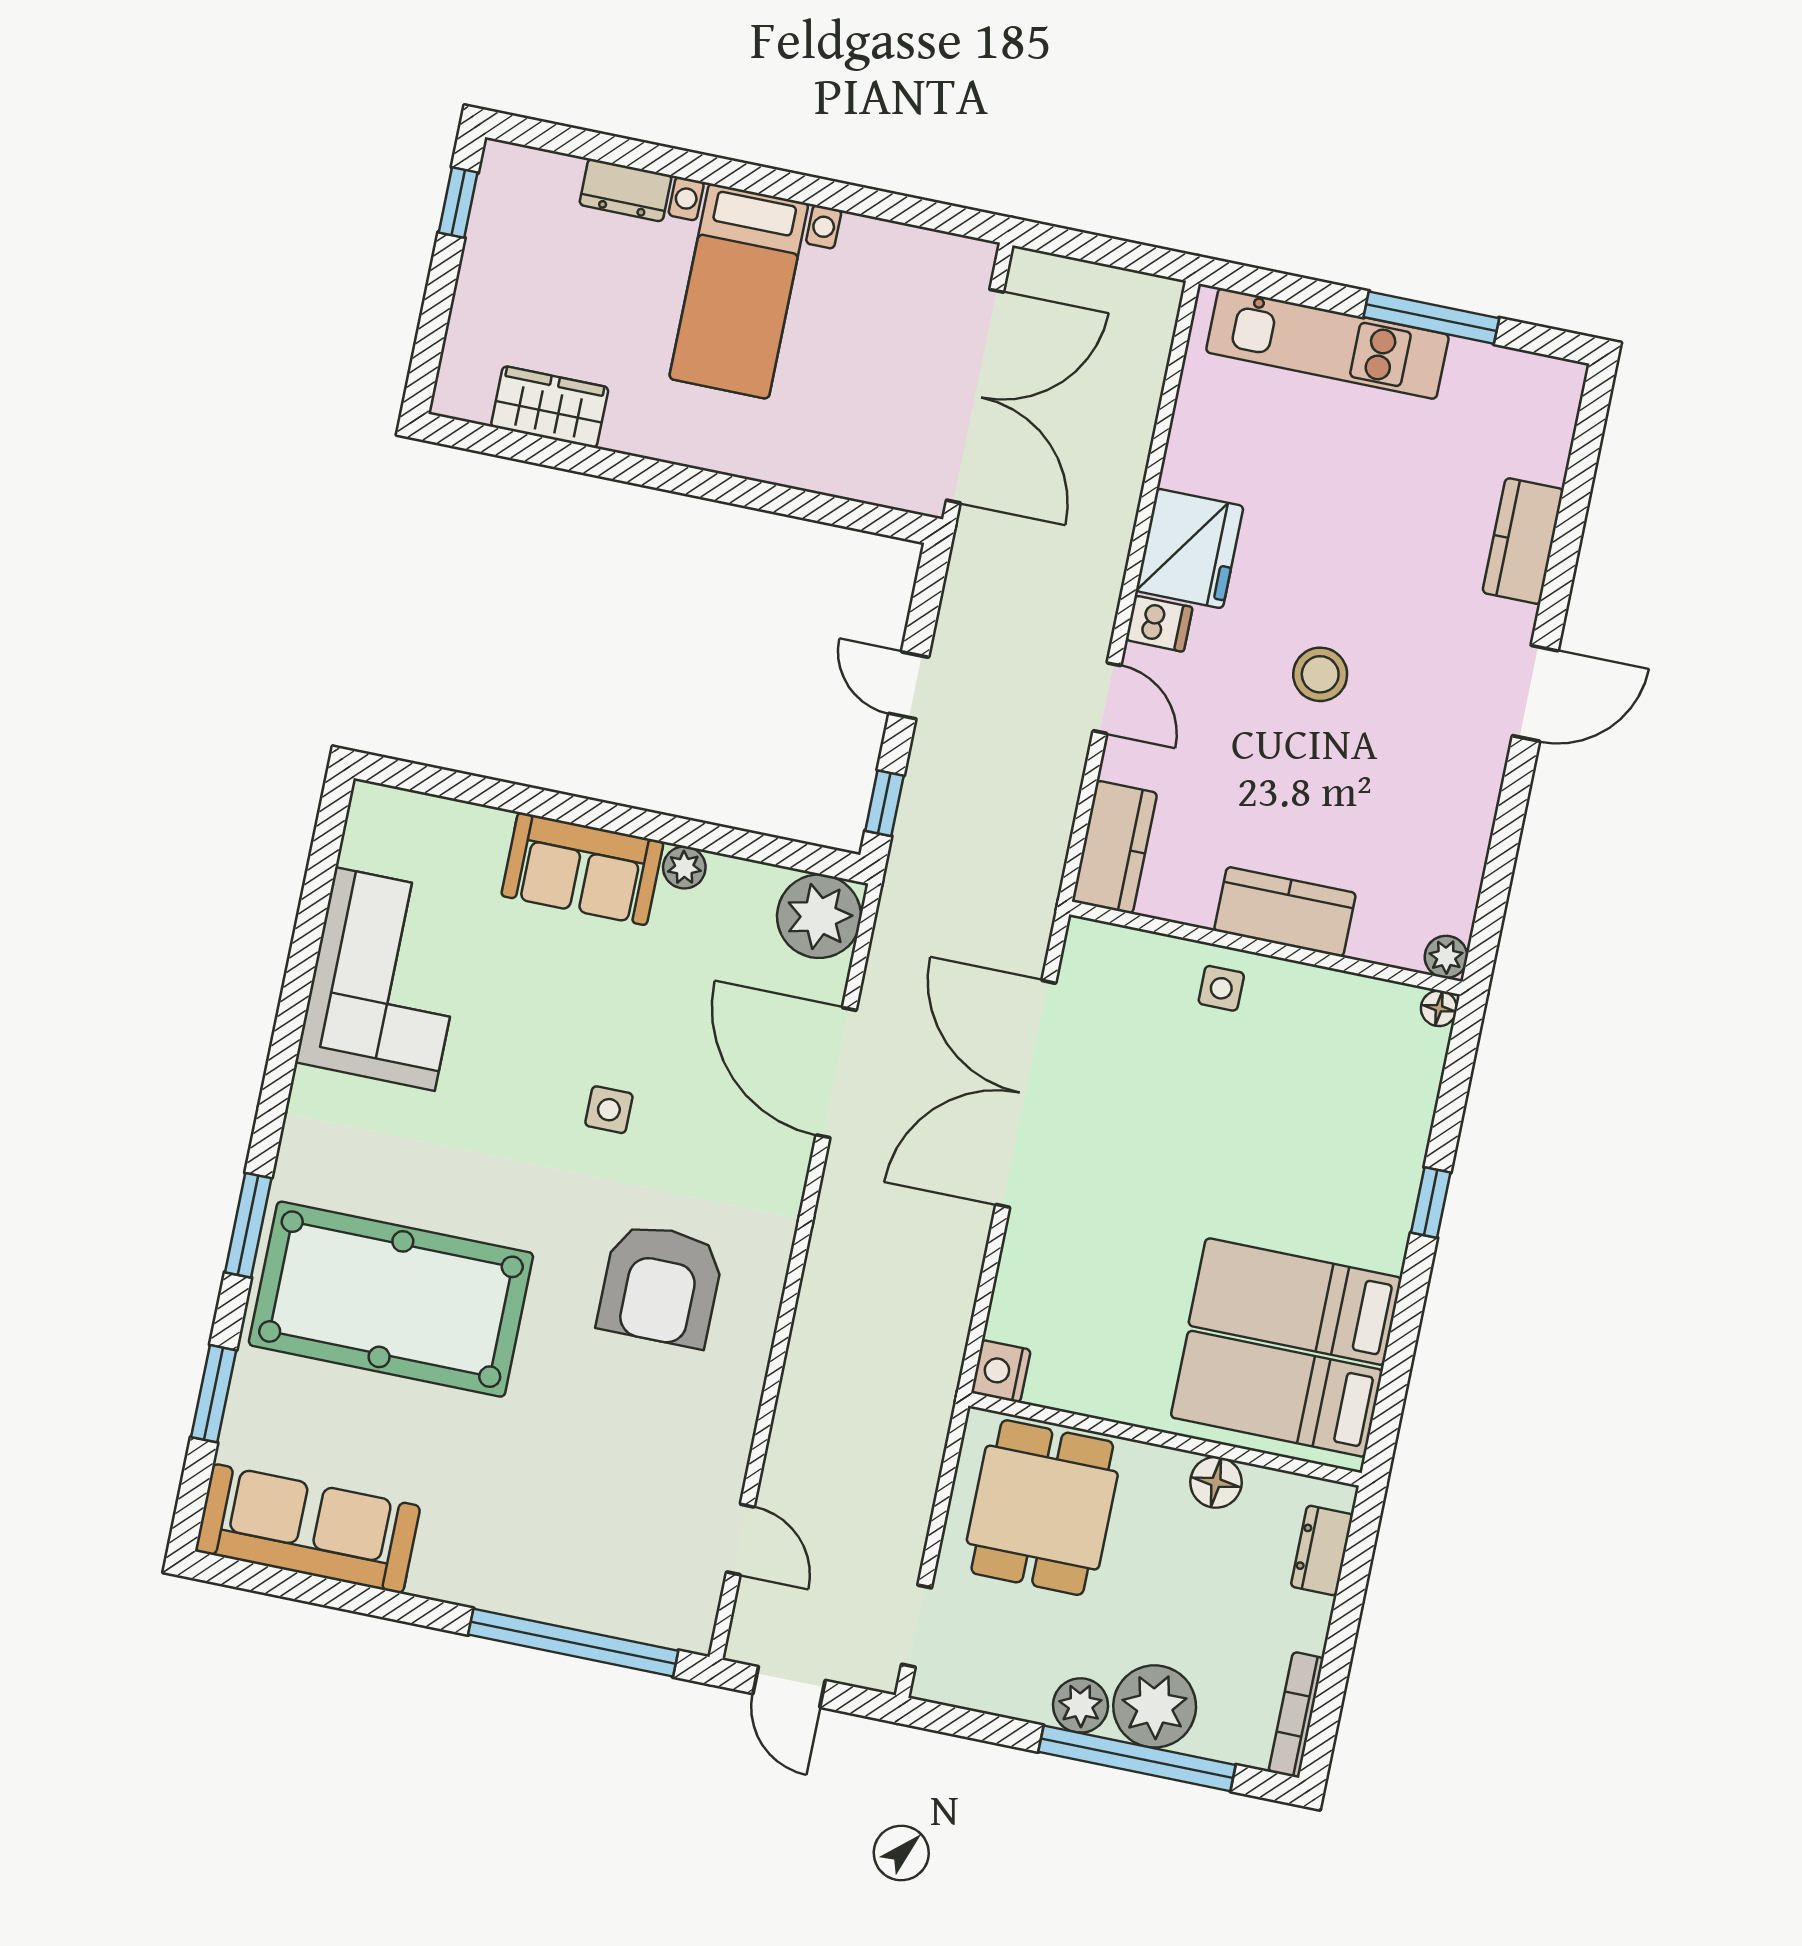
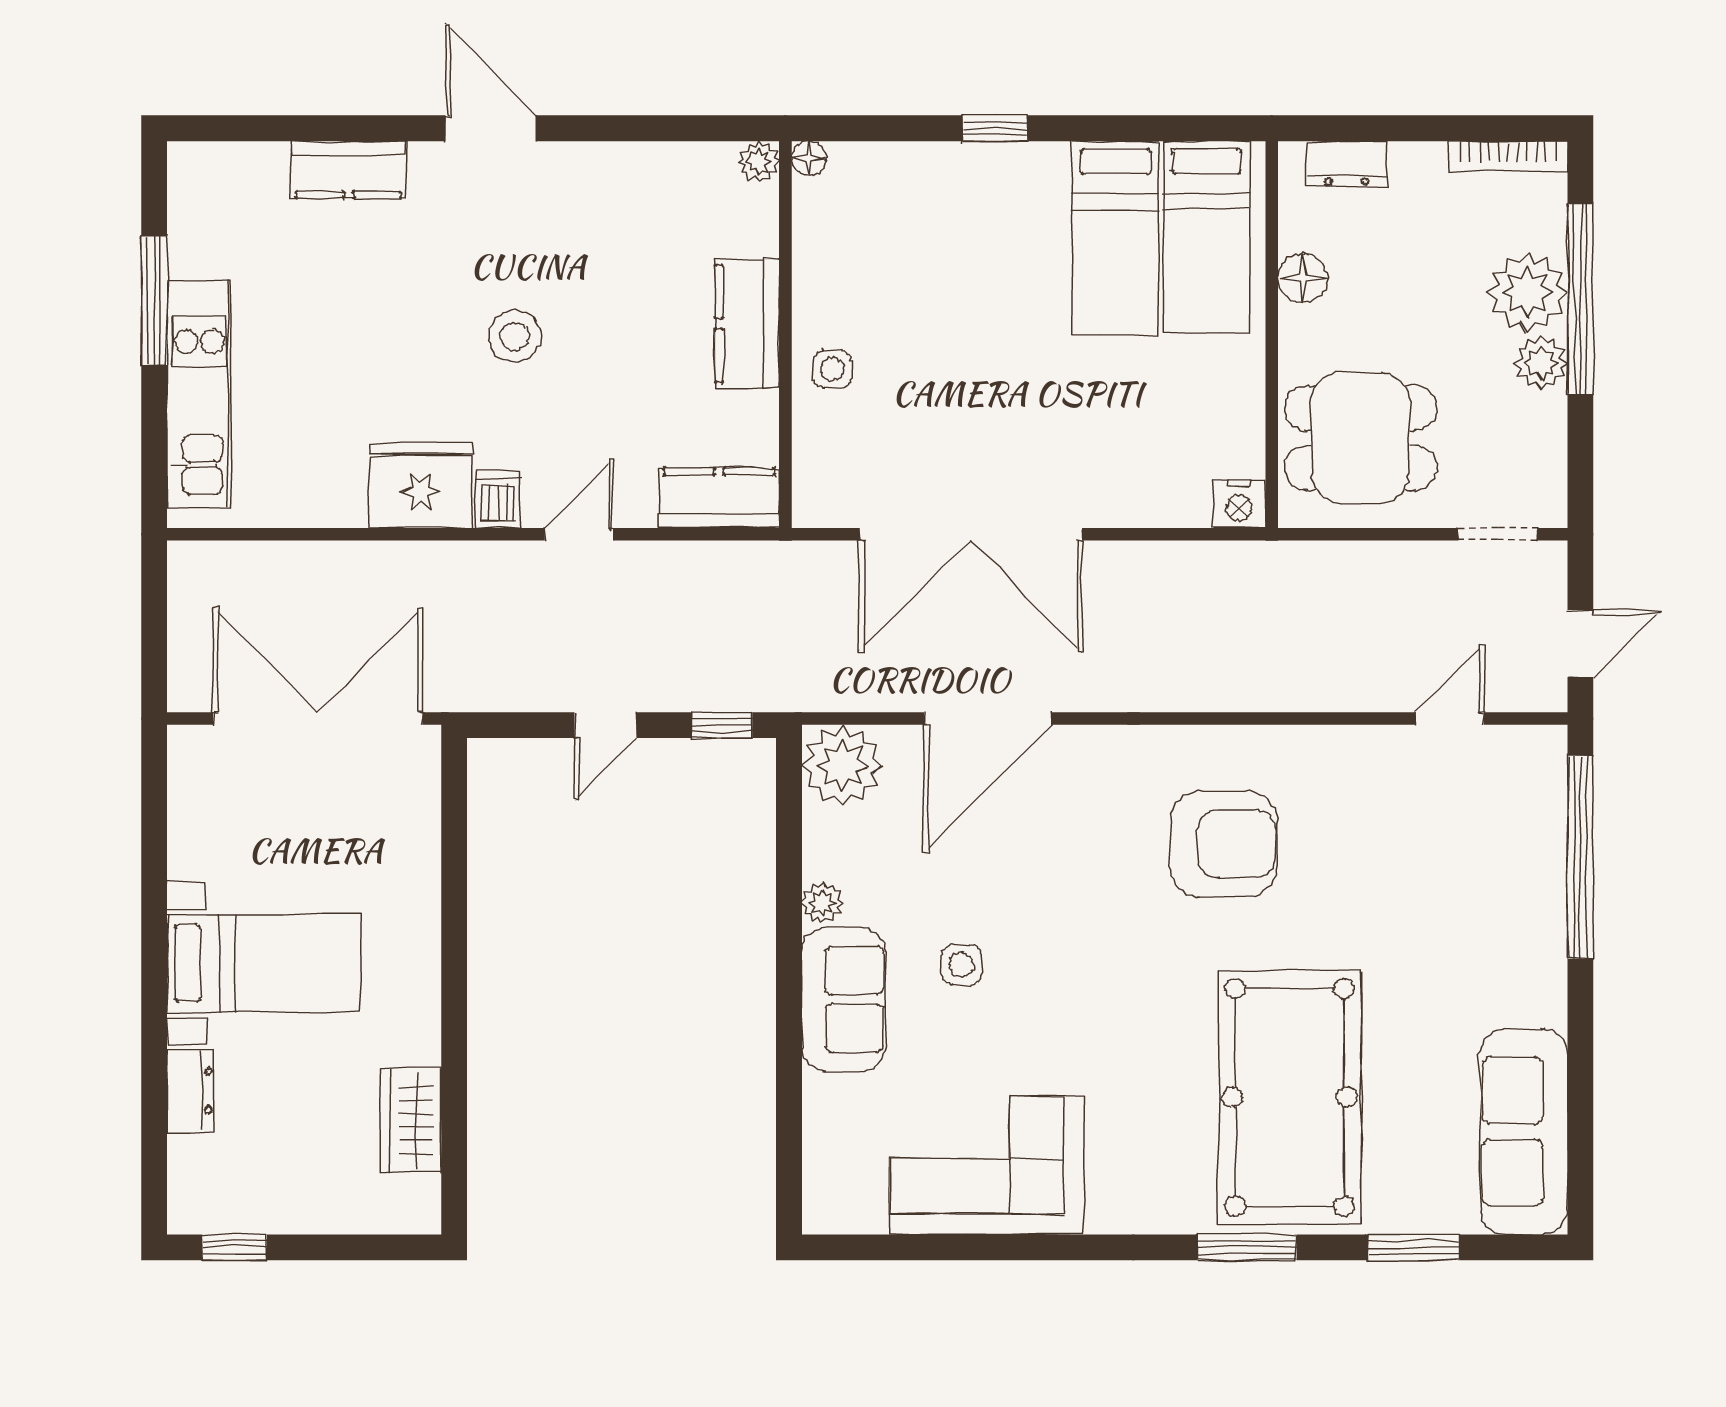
side table: (609, 1110) -> (962, 965), moved

